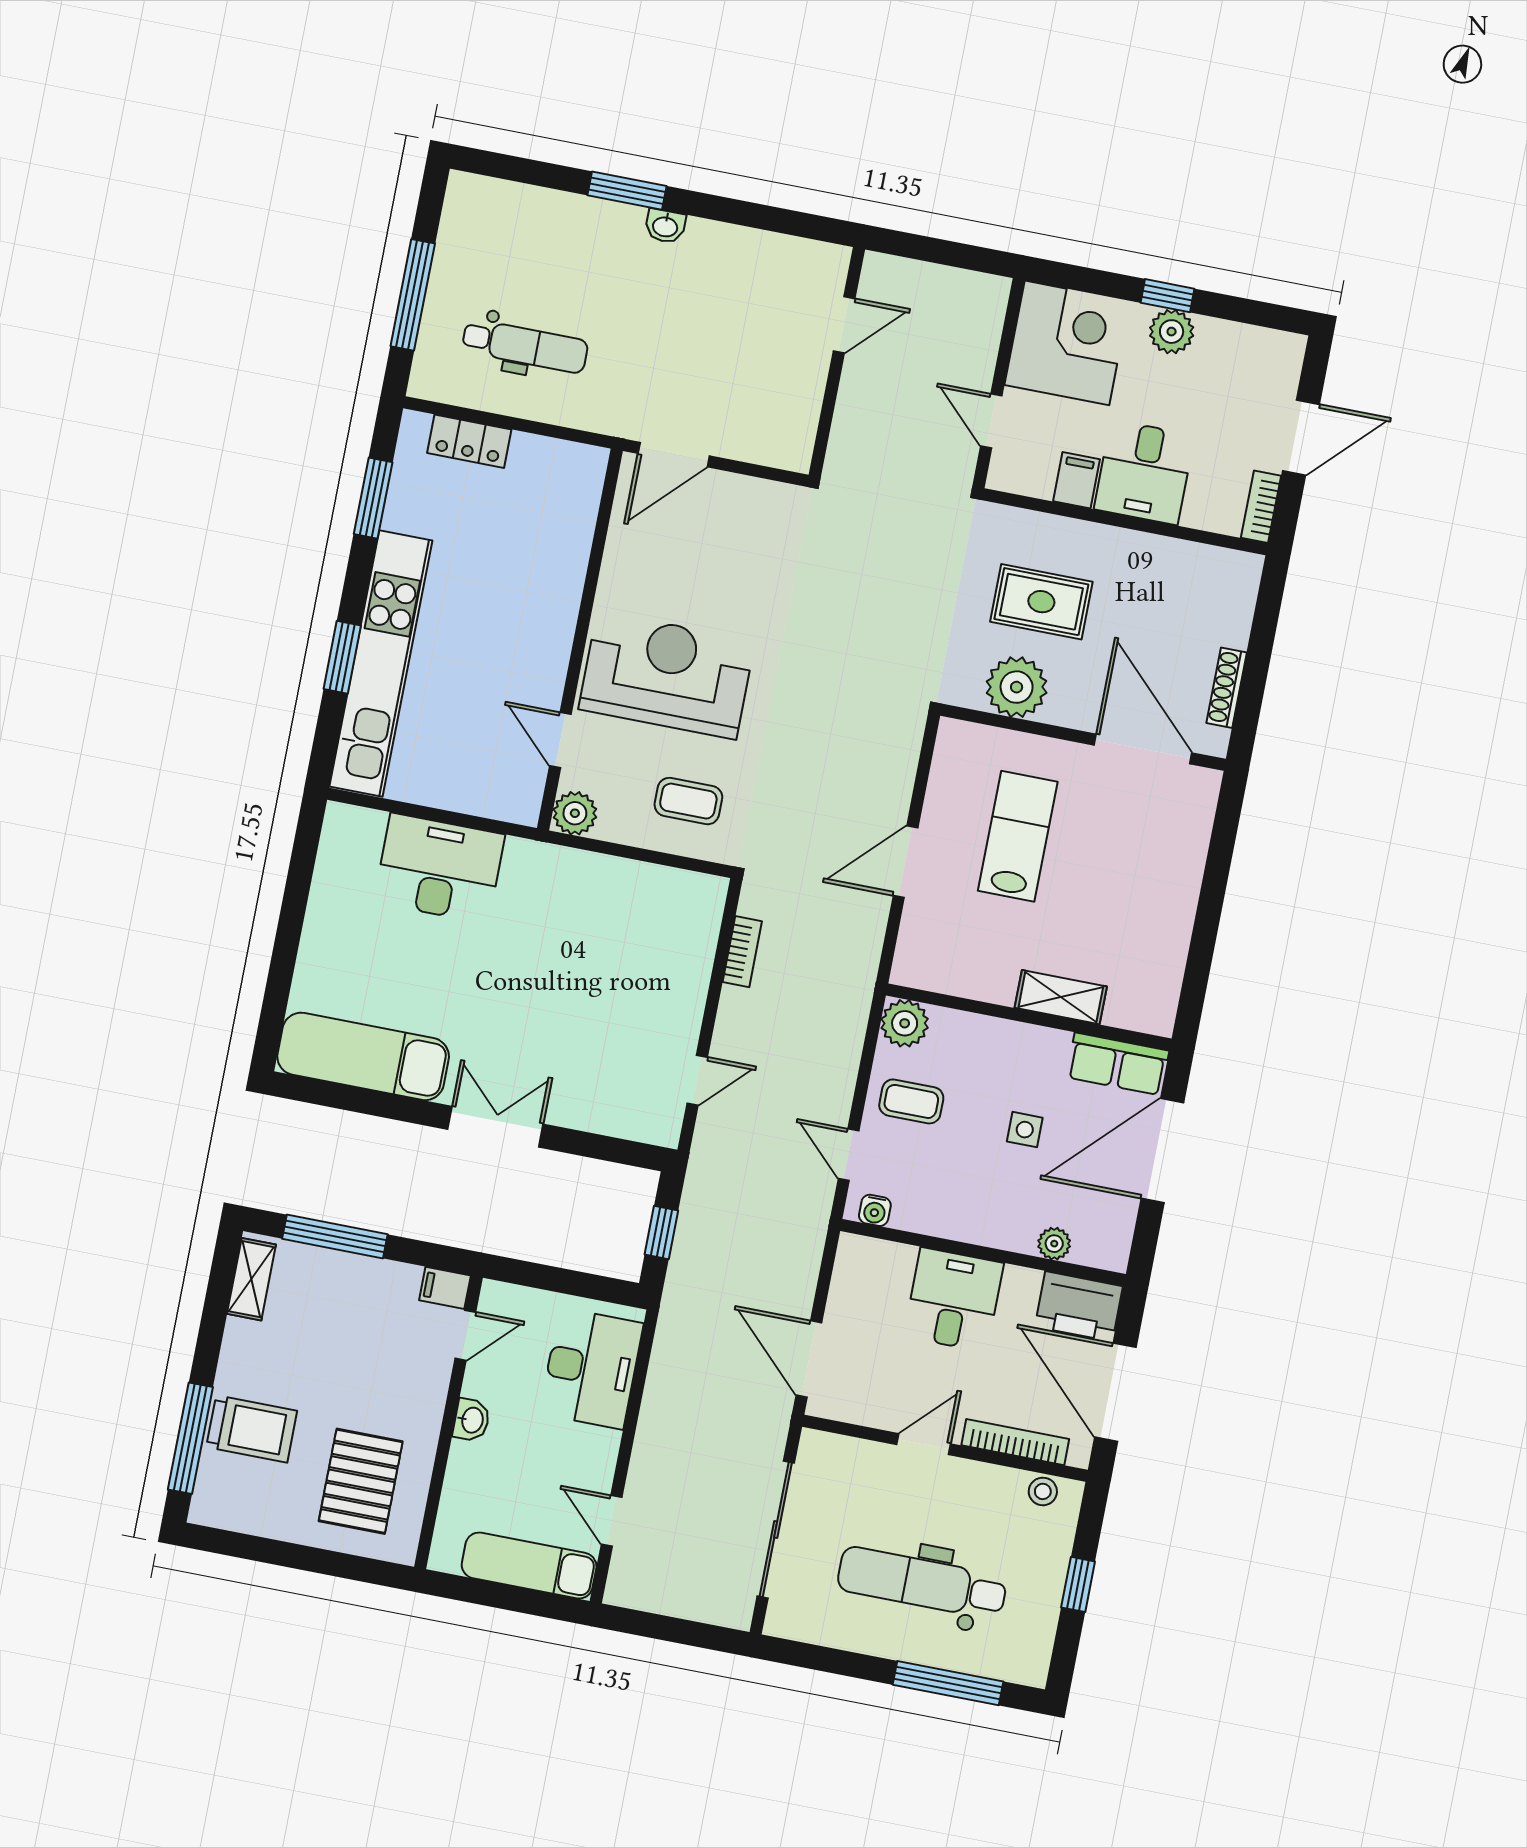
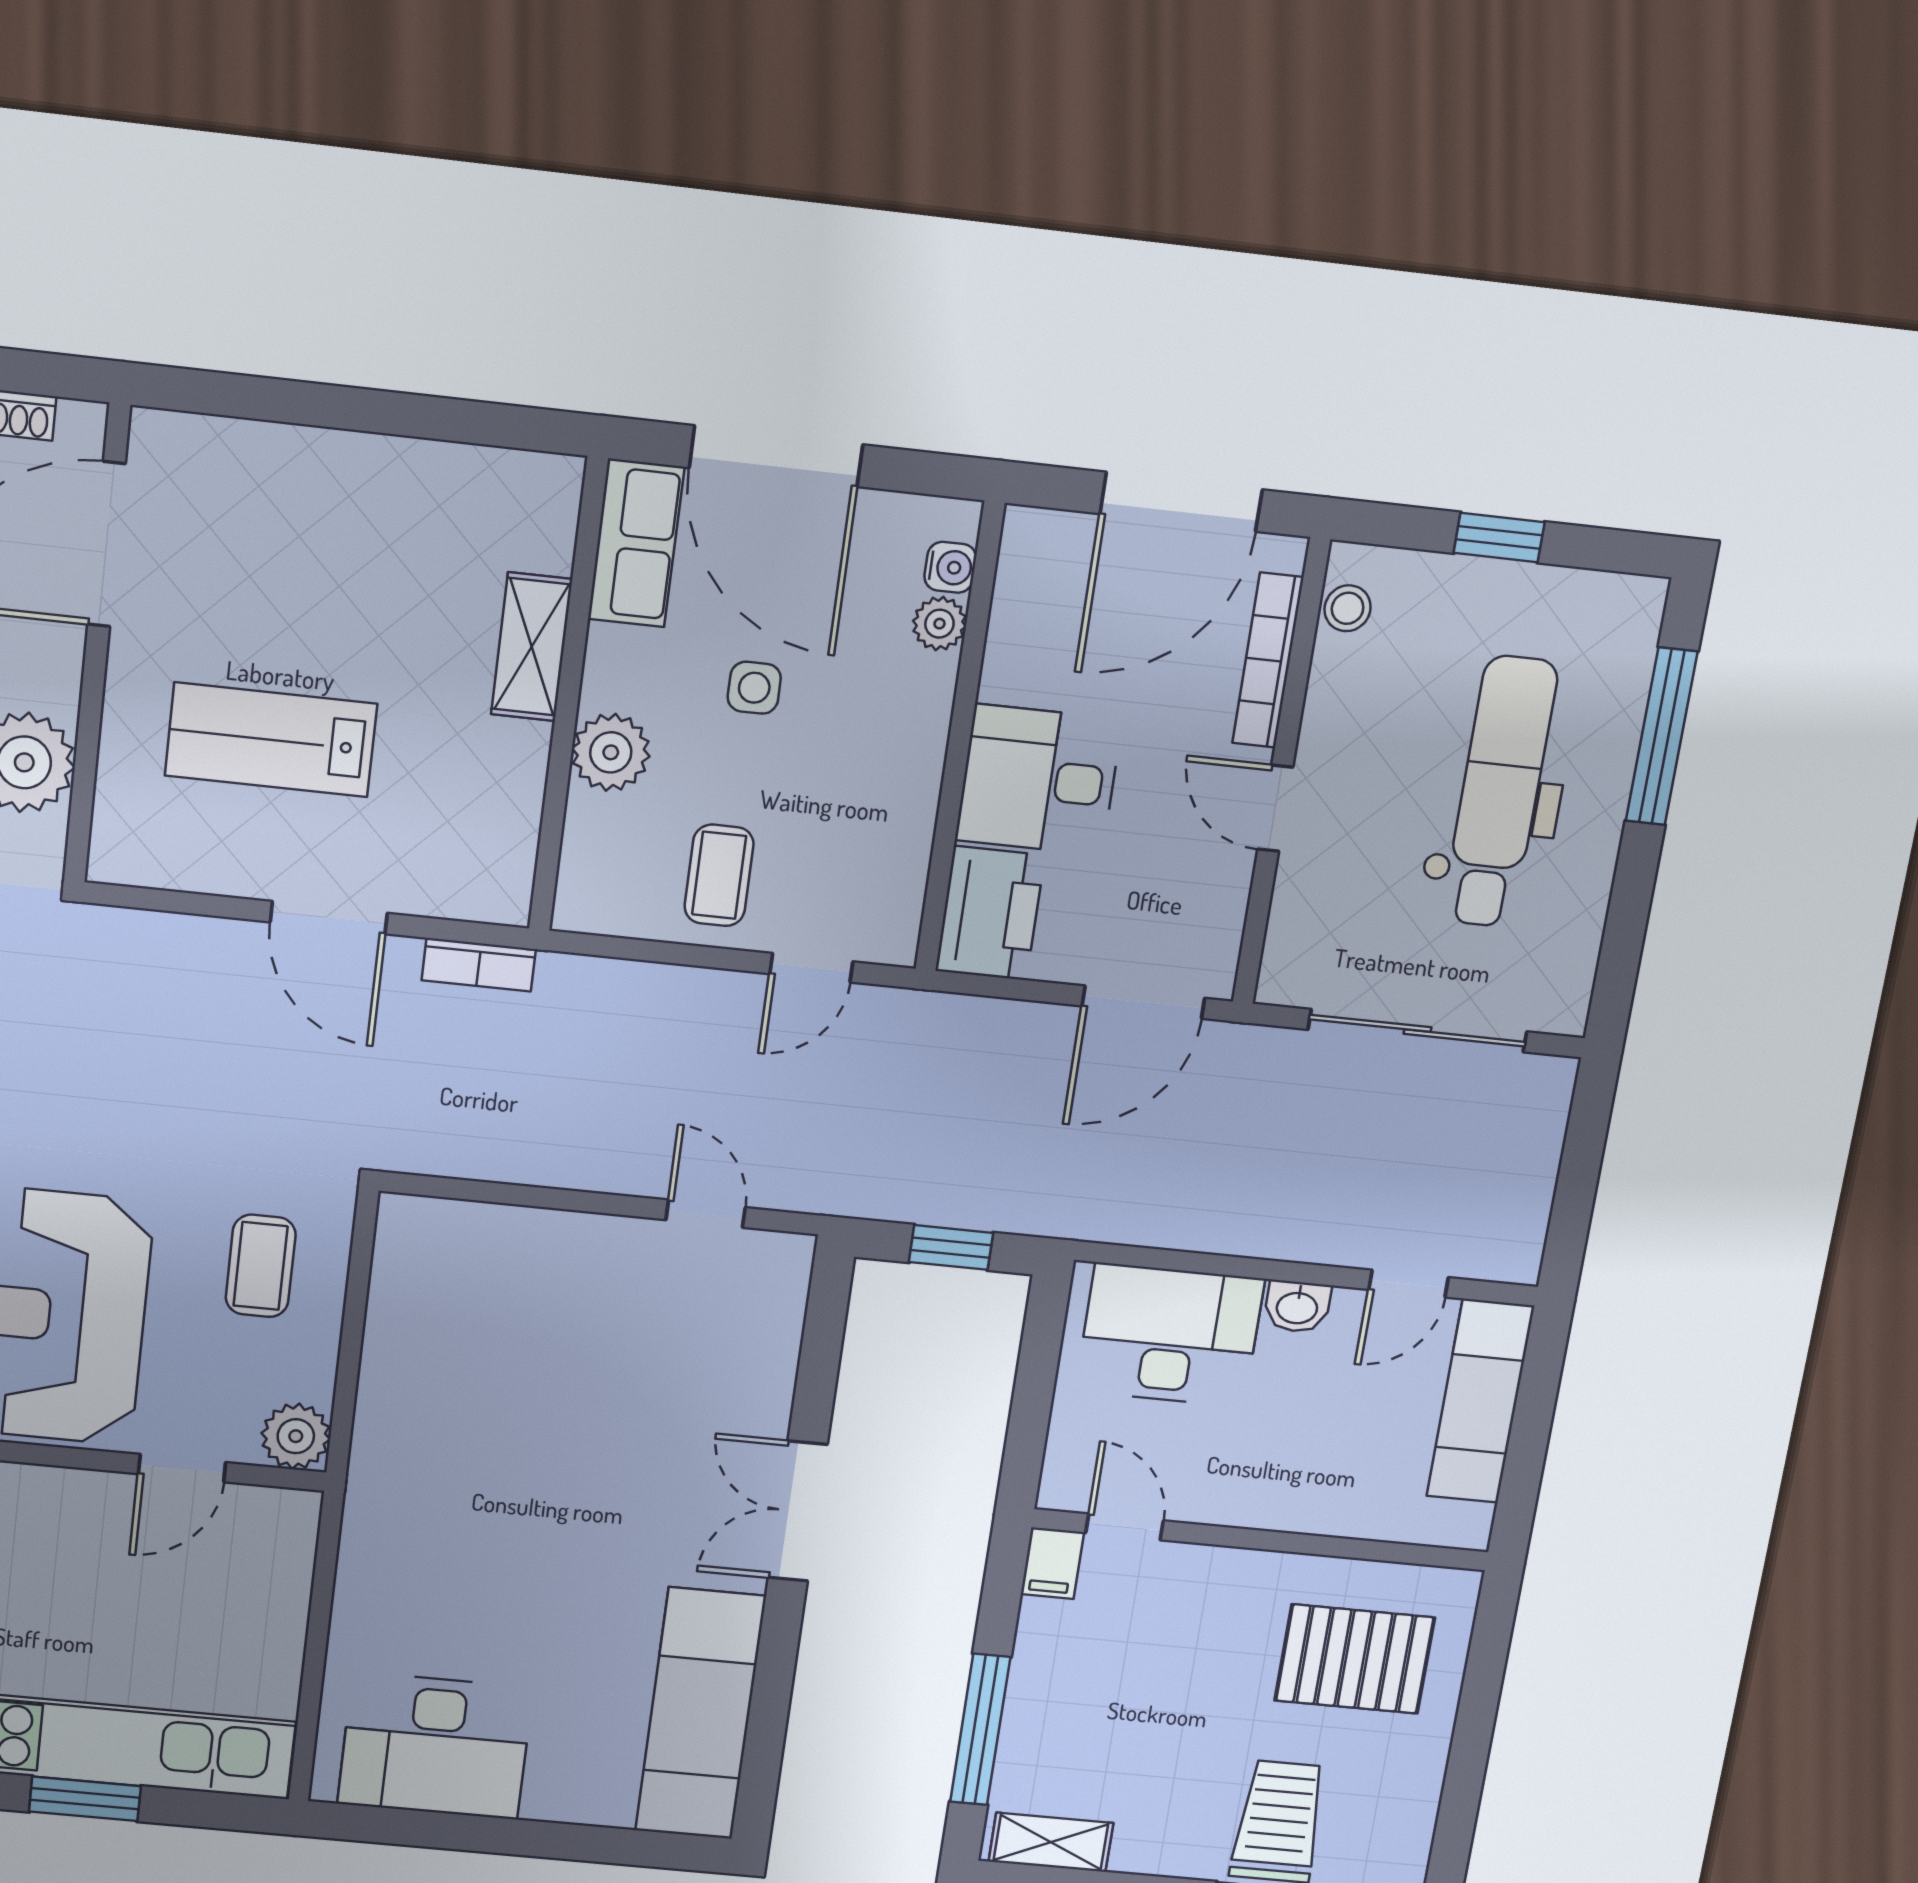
desk: (439, 868) -> (435, 1746), moved, turned -90
bookcase: (742, 952) -> (479, 965), moved, turned 180
plant: (905, 1023) -> (611, 752), moved
water cooler: (875, 1210) -> (950, 567), moved
printer: (1079, 1306) -> (990, 913), moved
washbasin: (472, 1420) -> (1297, 1307), moved, turned 180
dental chair: (922, 1583) -> (1500, 792), turned 180

